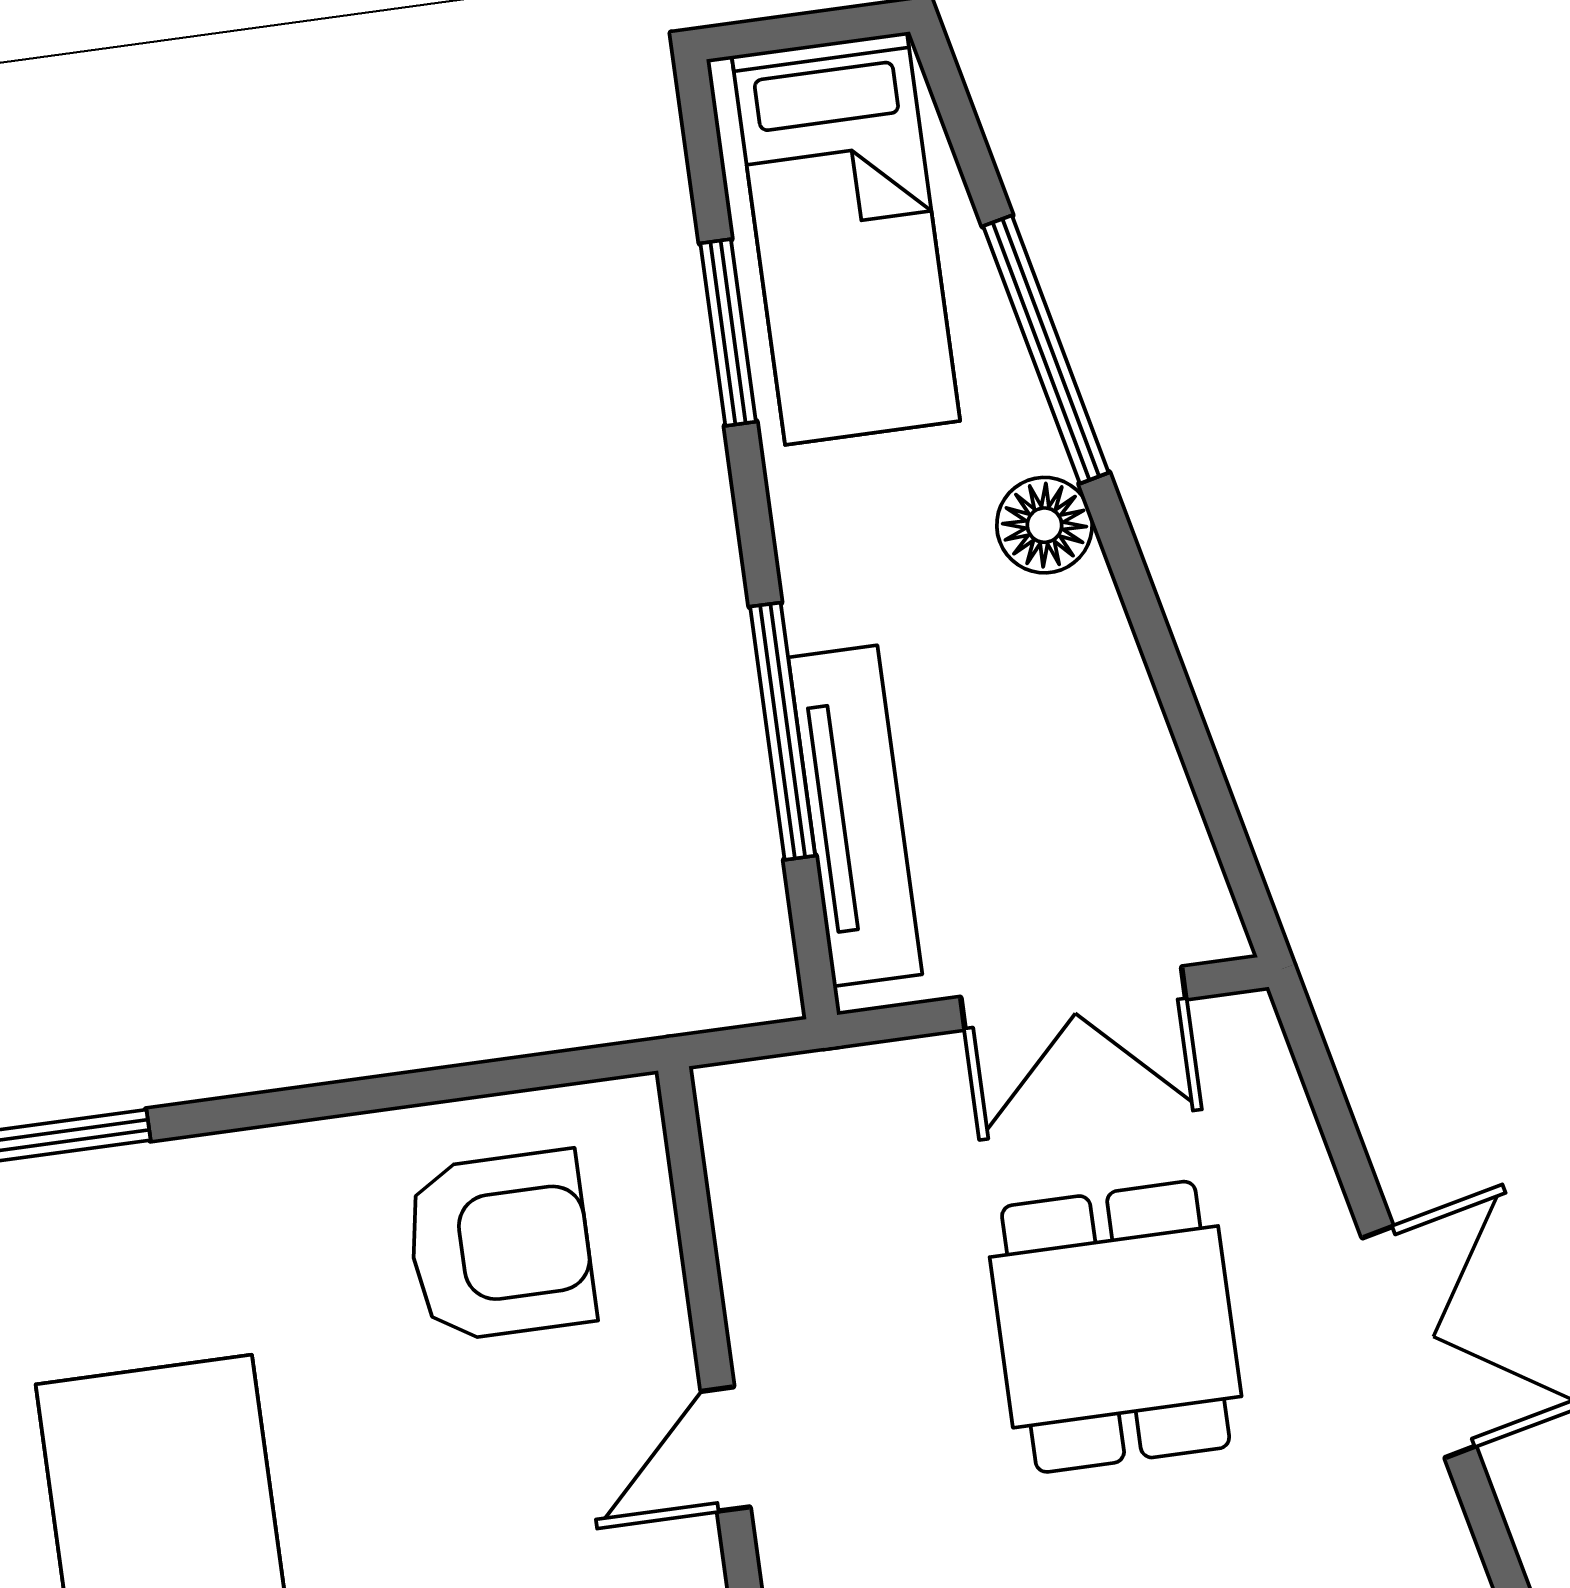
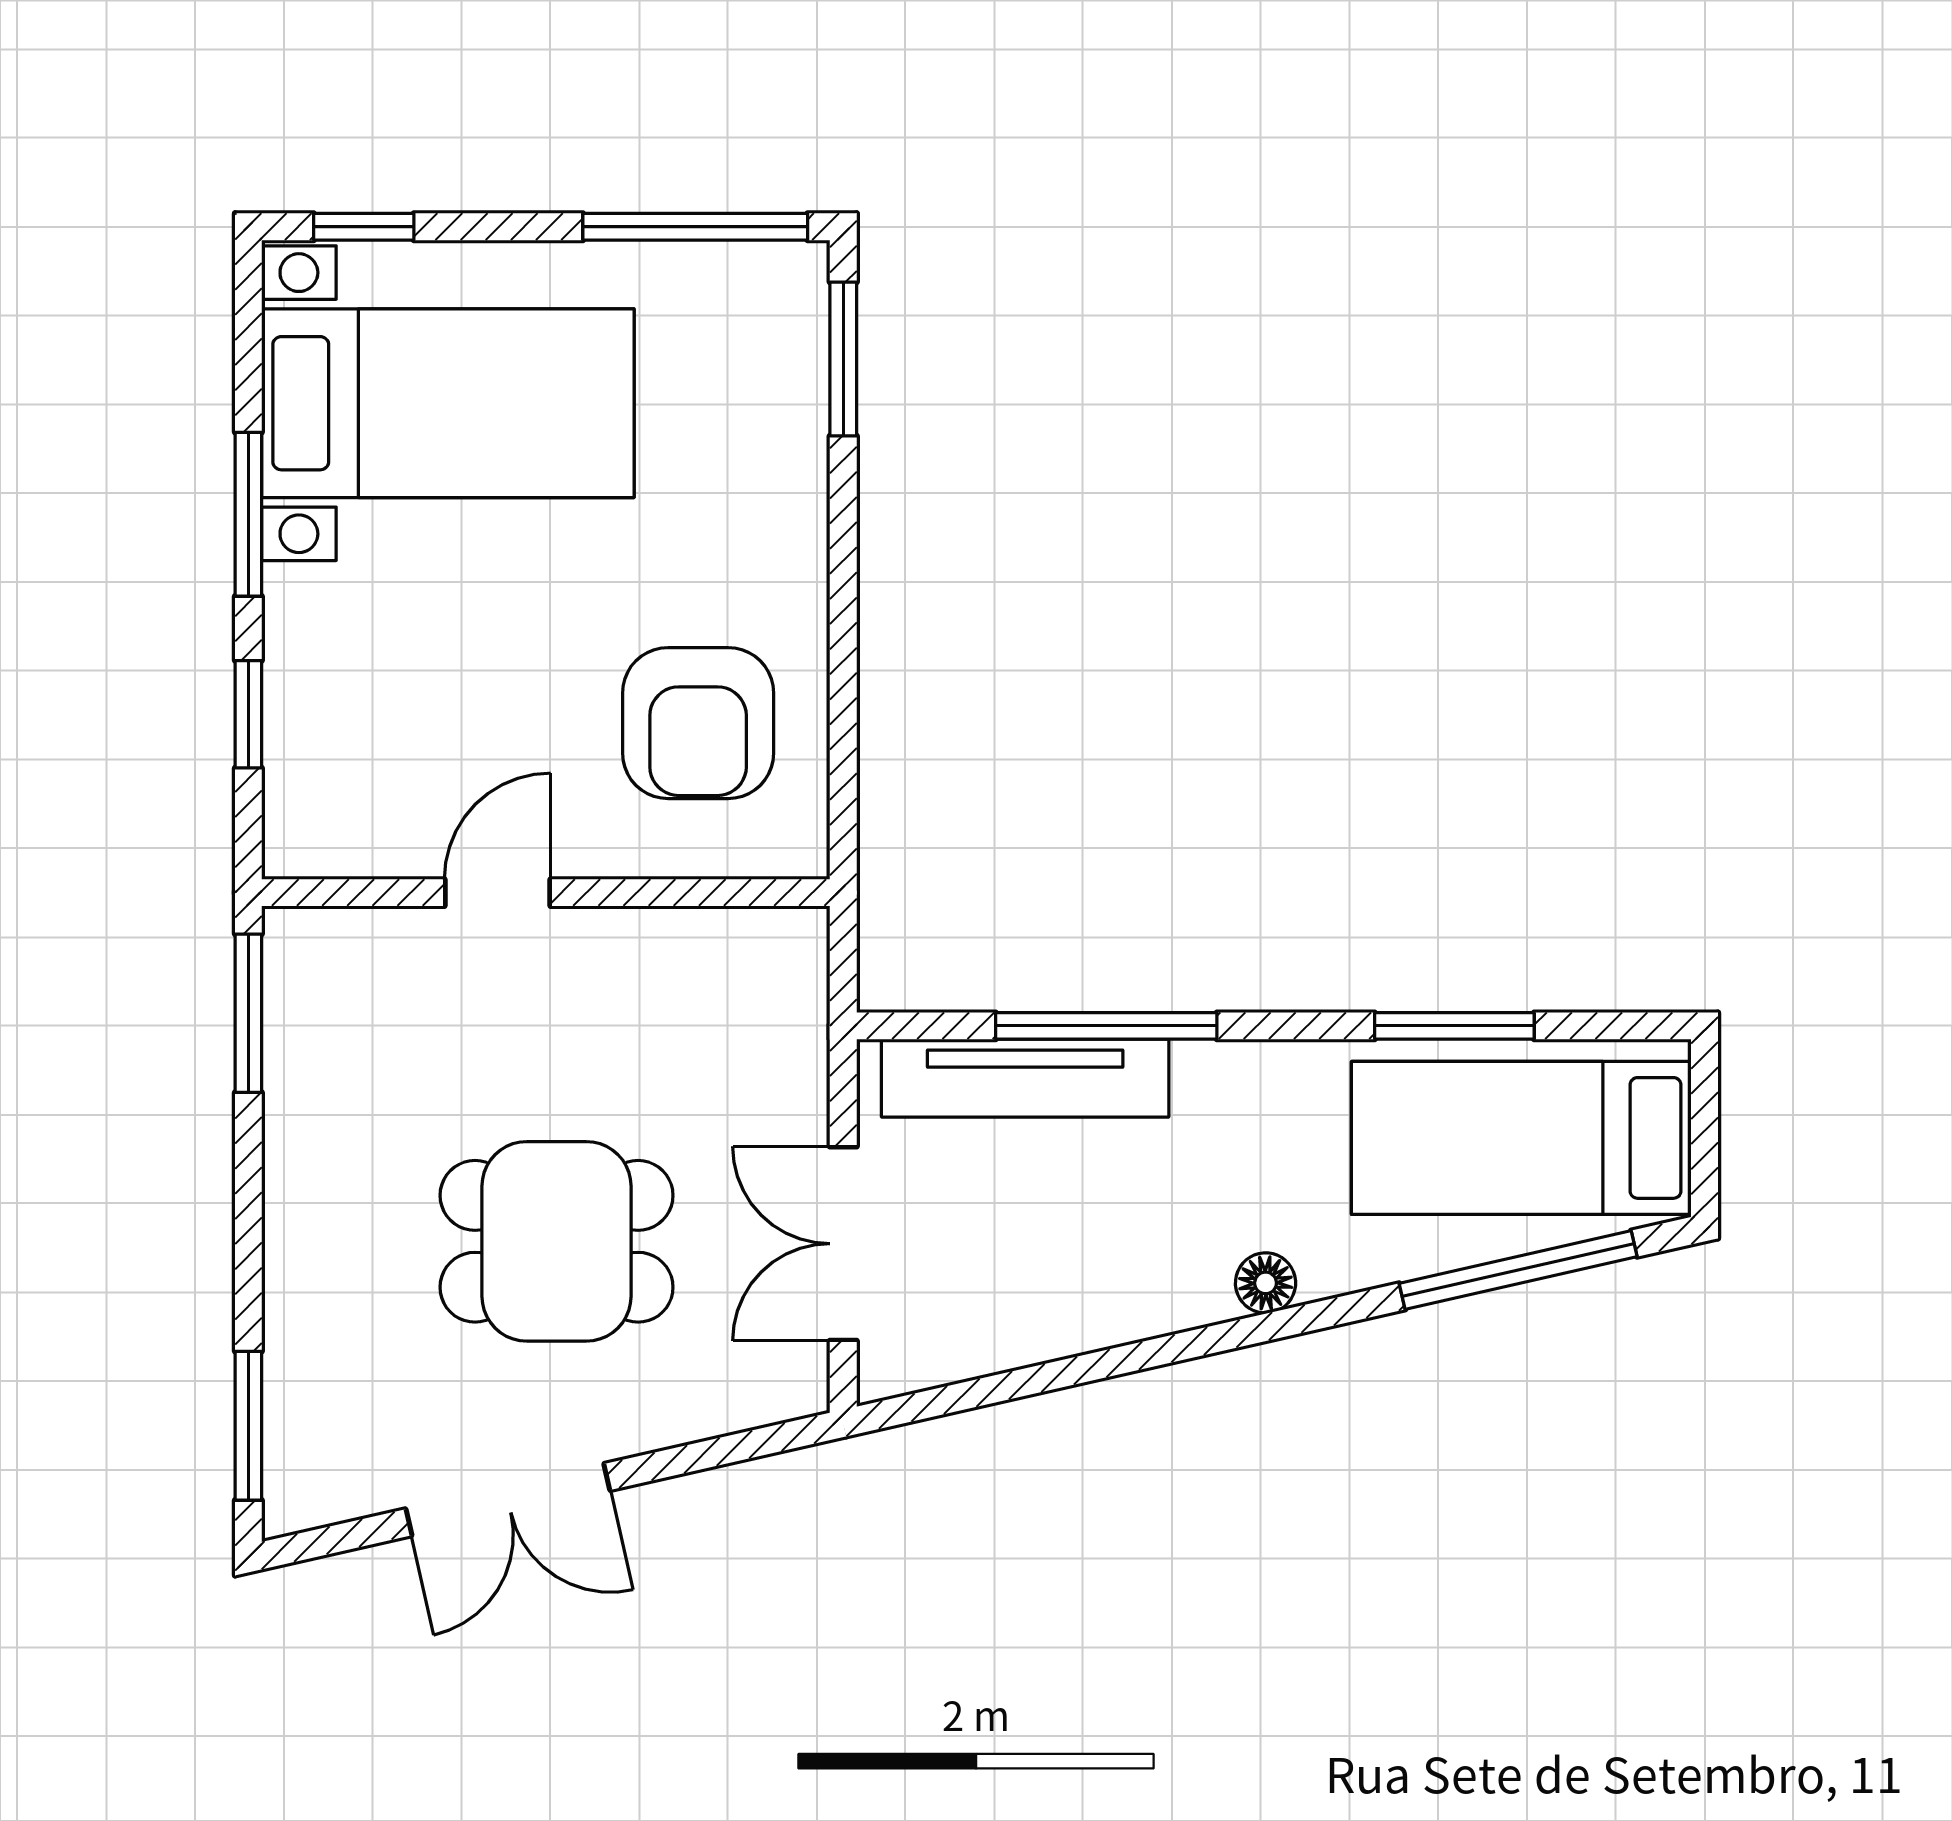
window: (1046, 349) -> (1518, 1270), moved
floor lamp: (1044, 525) -> (1266, 1283), width x0.73, depth x0.73
door: (726, 1449) -> (497, 893), hinge flipped

